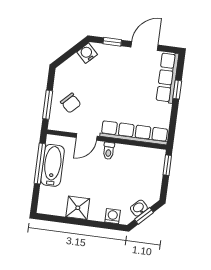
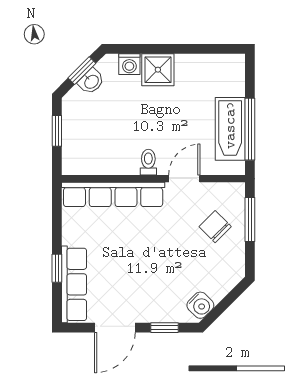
window: (167, 165) -> (57, 131), moved
shower: (78, 208) -> (158, 70), moved

